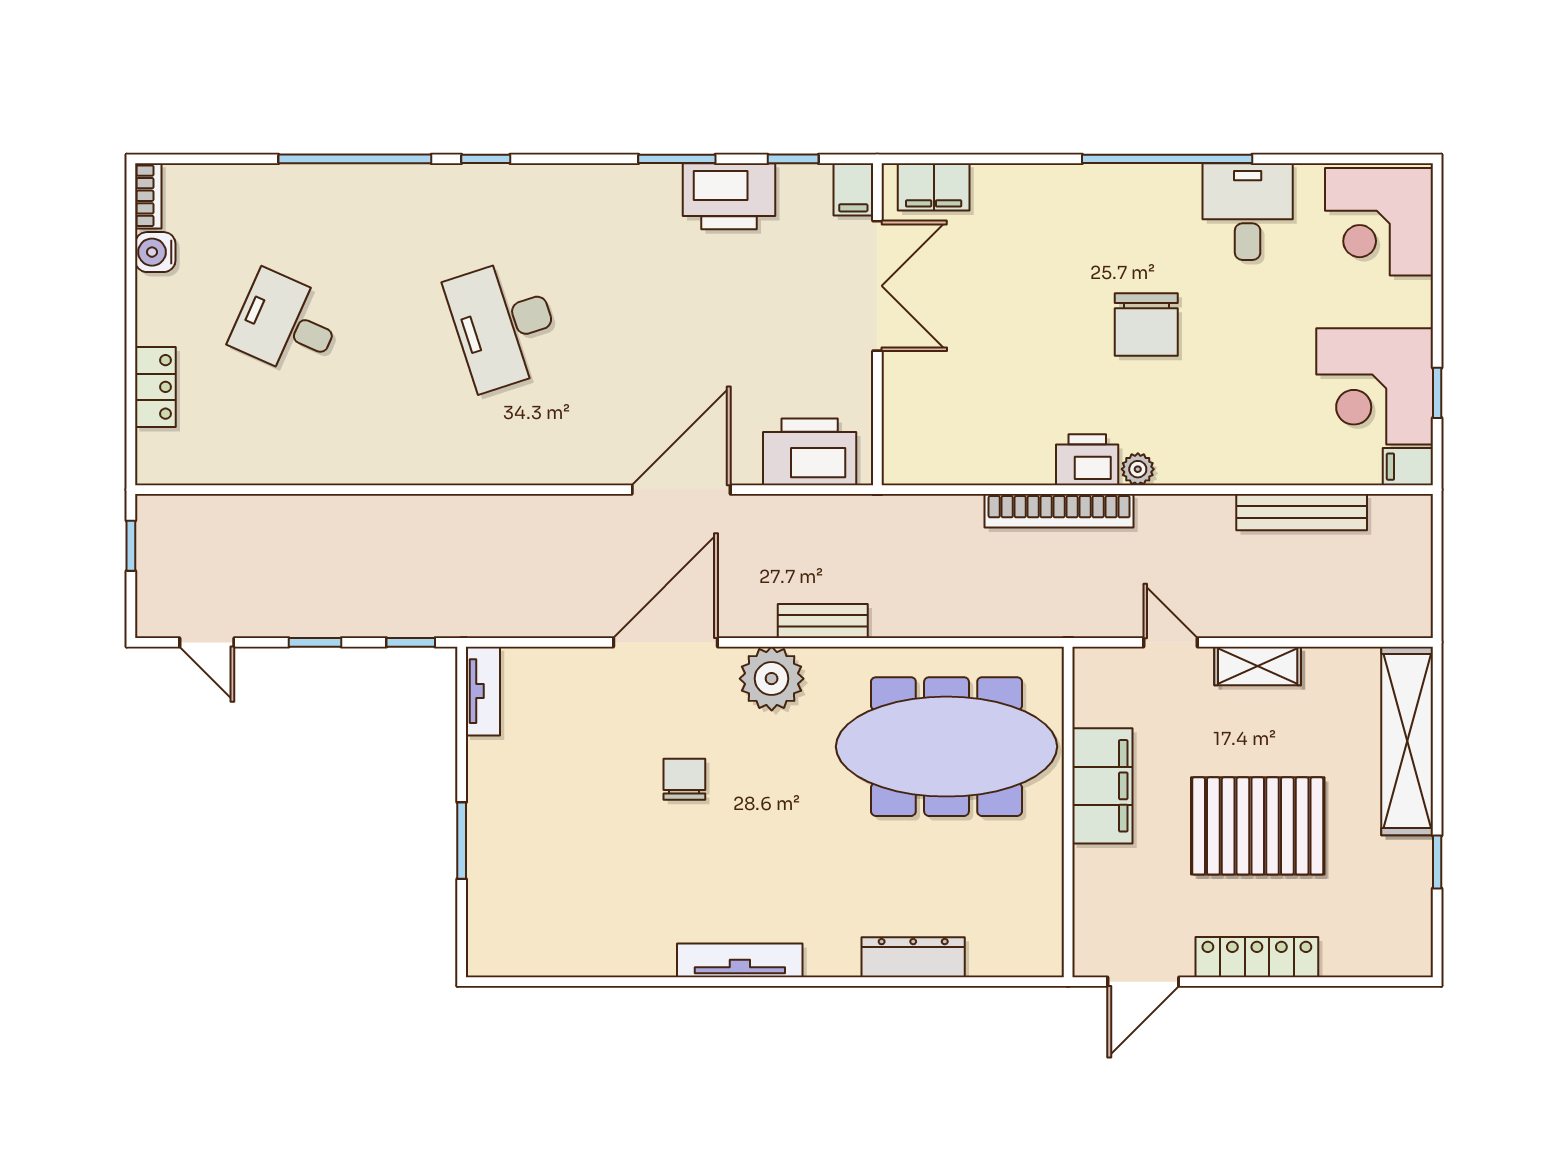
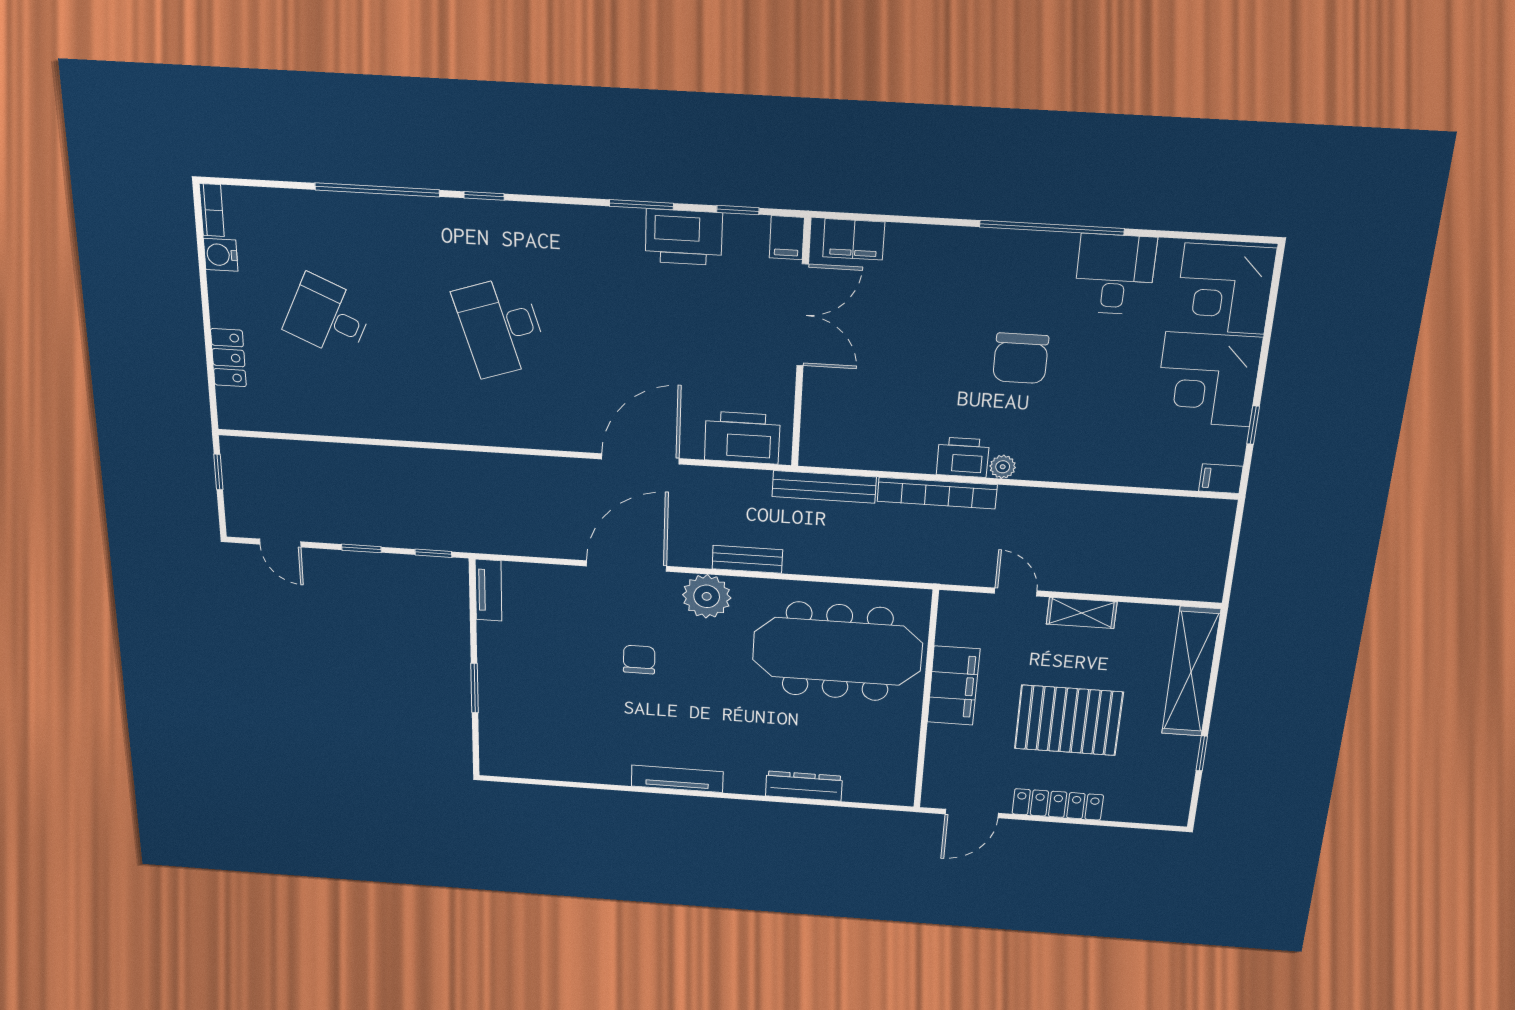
corner desk: (1375, 386) -> (1208, 379), moved
bench: (1302, 512) -> (824, 487), moved

